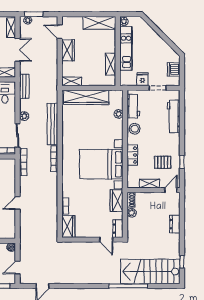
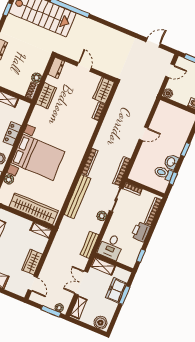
bed with nightstands: (101, 164) -> (38, 157), moved
door: (106, 240) -> (84, 67), moved

